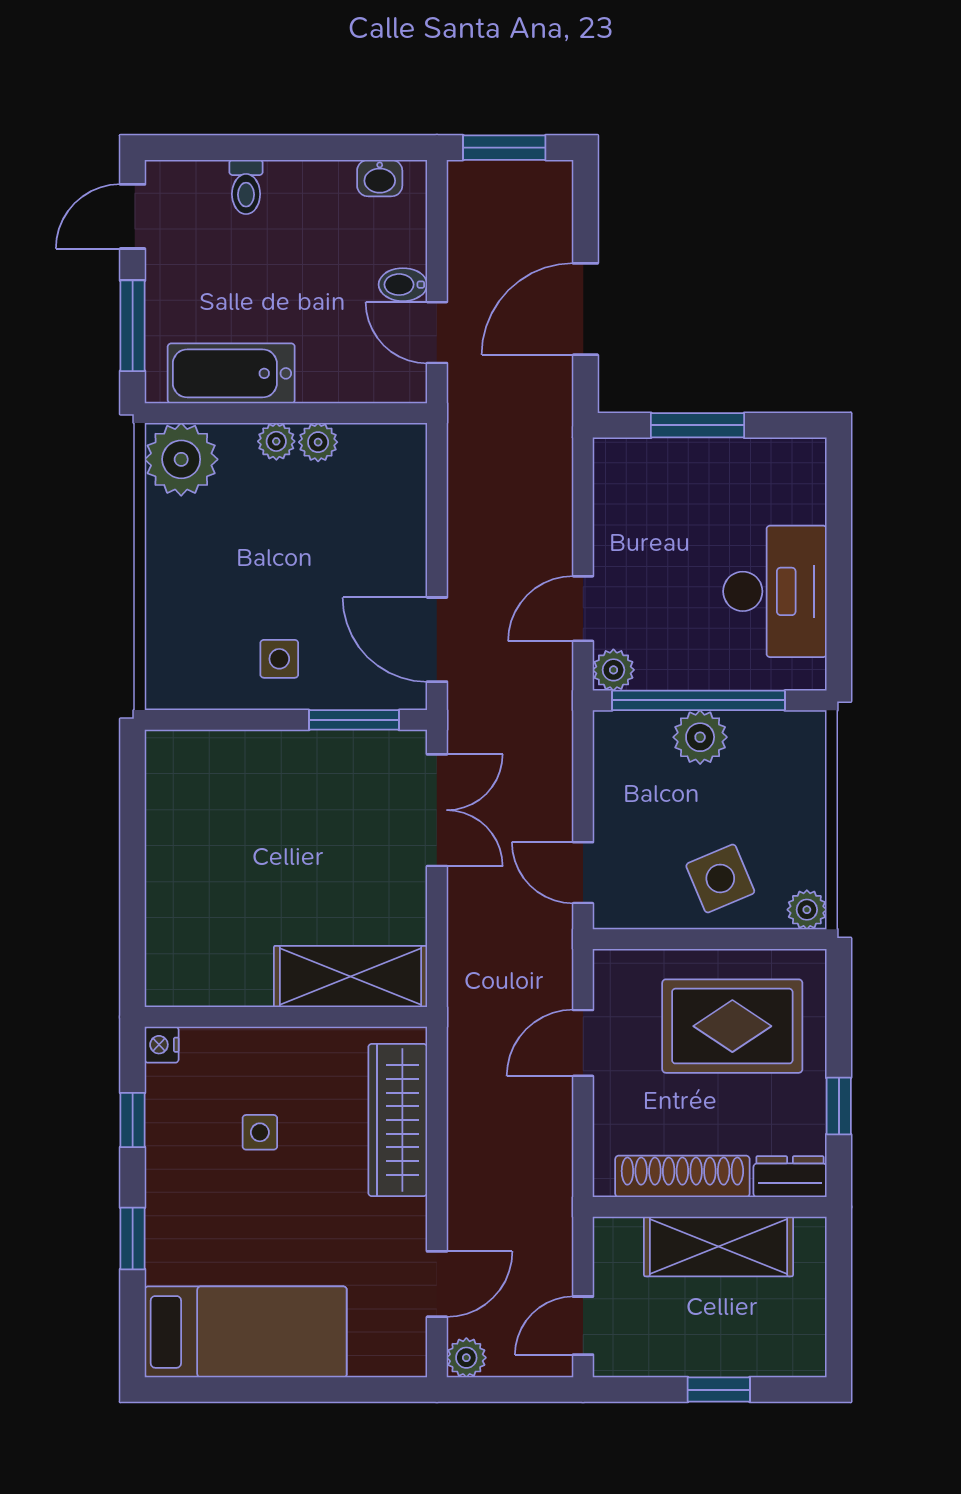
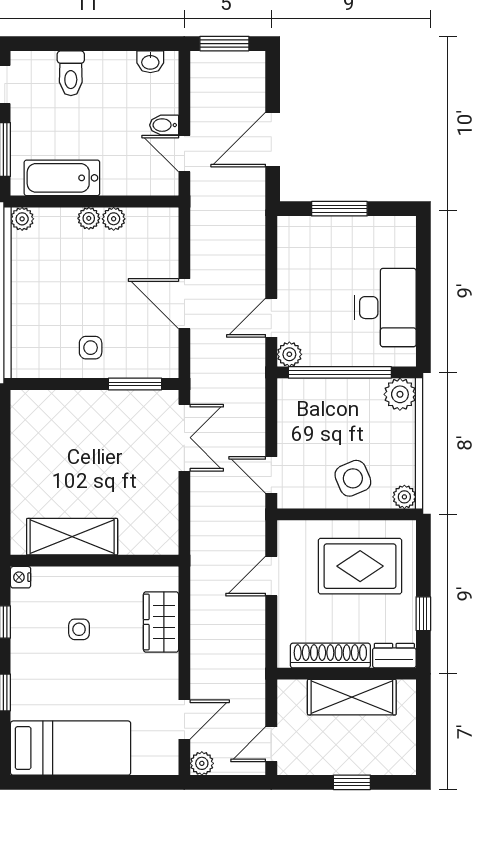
toilet: (246, 187) -> (71, 73), width x1.37, depth x1.39
plant: (181, 459) -> (22, 219), width x0.53, depth x0.53
door: (437, 640) -> (184, 304), moved
plant: (700, 737) -> (400, 394), moved
shelving: (350, 977) -> (72, 537), moved
wardrobe: (398, 1120) -> (161, 622), width x0.67

